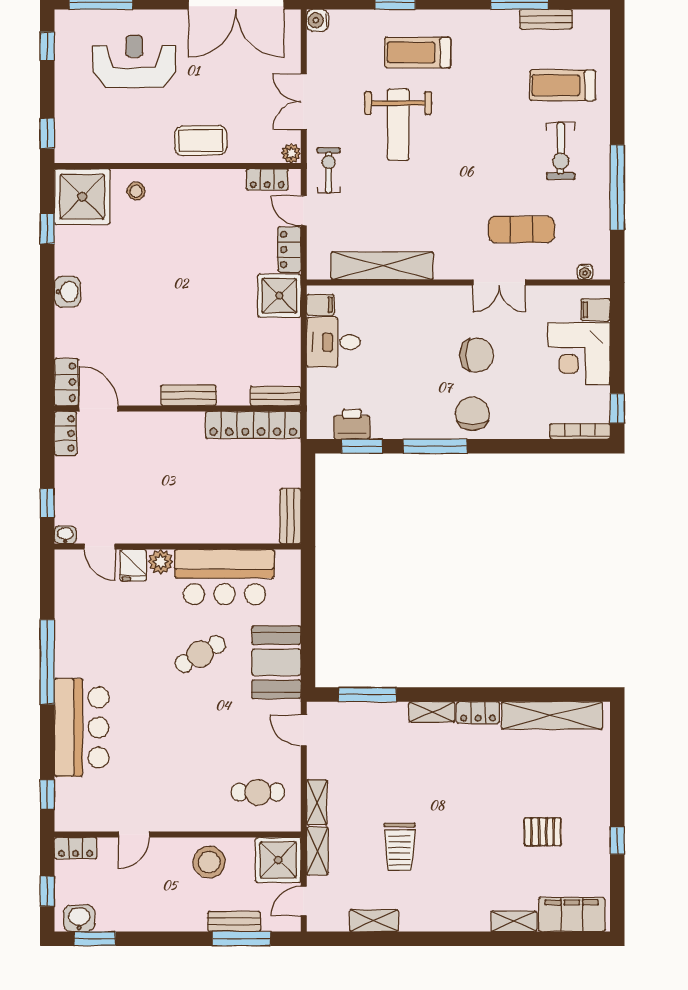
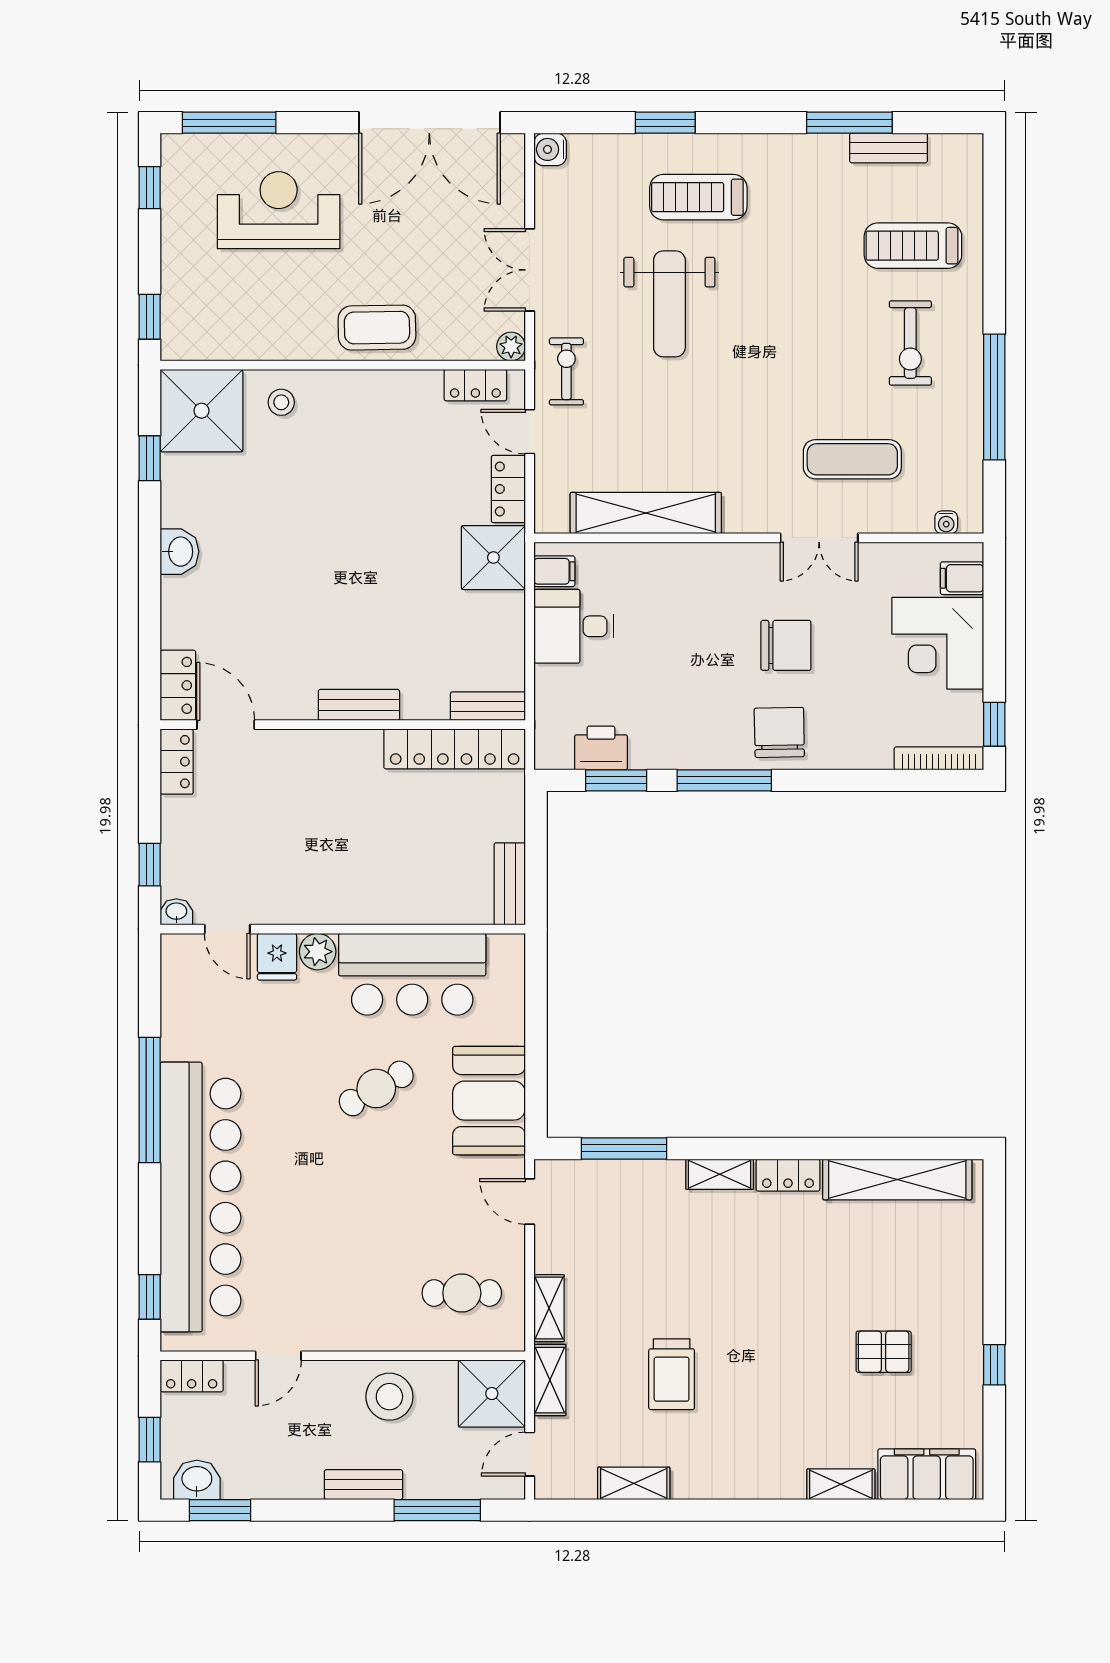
bar counter: (82, 727) -> (201, 1197), width x1.86
bench: (234, 921) -> (363, 1485), moved

